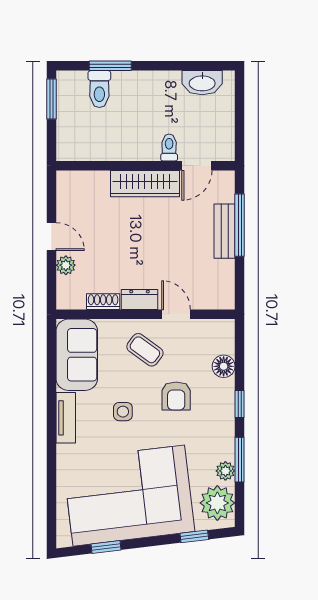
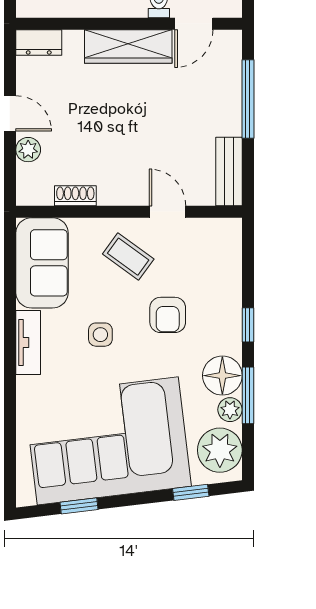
bench: (225, 231) -> (229, 171), moved
dresser: (140, 300) -> (39, 42), moved, turned 180
floor lamp: (224, 366) -> (222, 376), moved, width x1.38, depth x1.38

